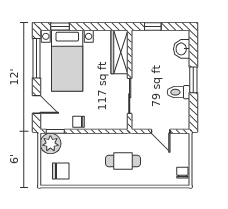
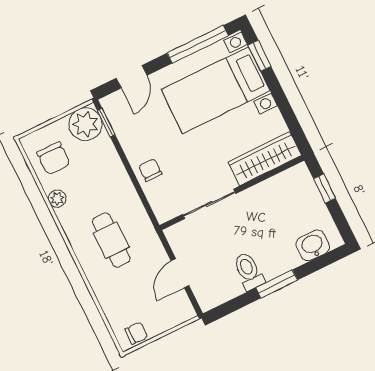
chair: (79, 122) -> (150, 170), moved
plant: (85, 180) -> (57, 199), added

